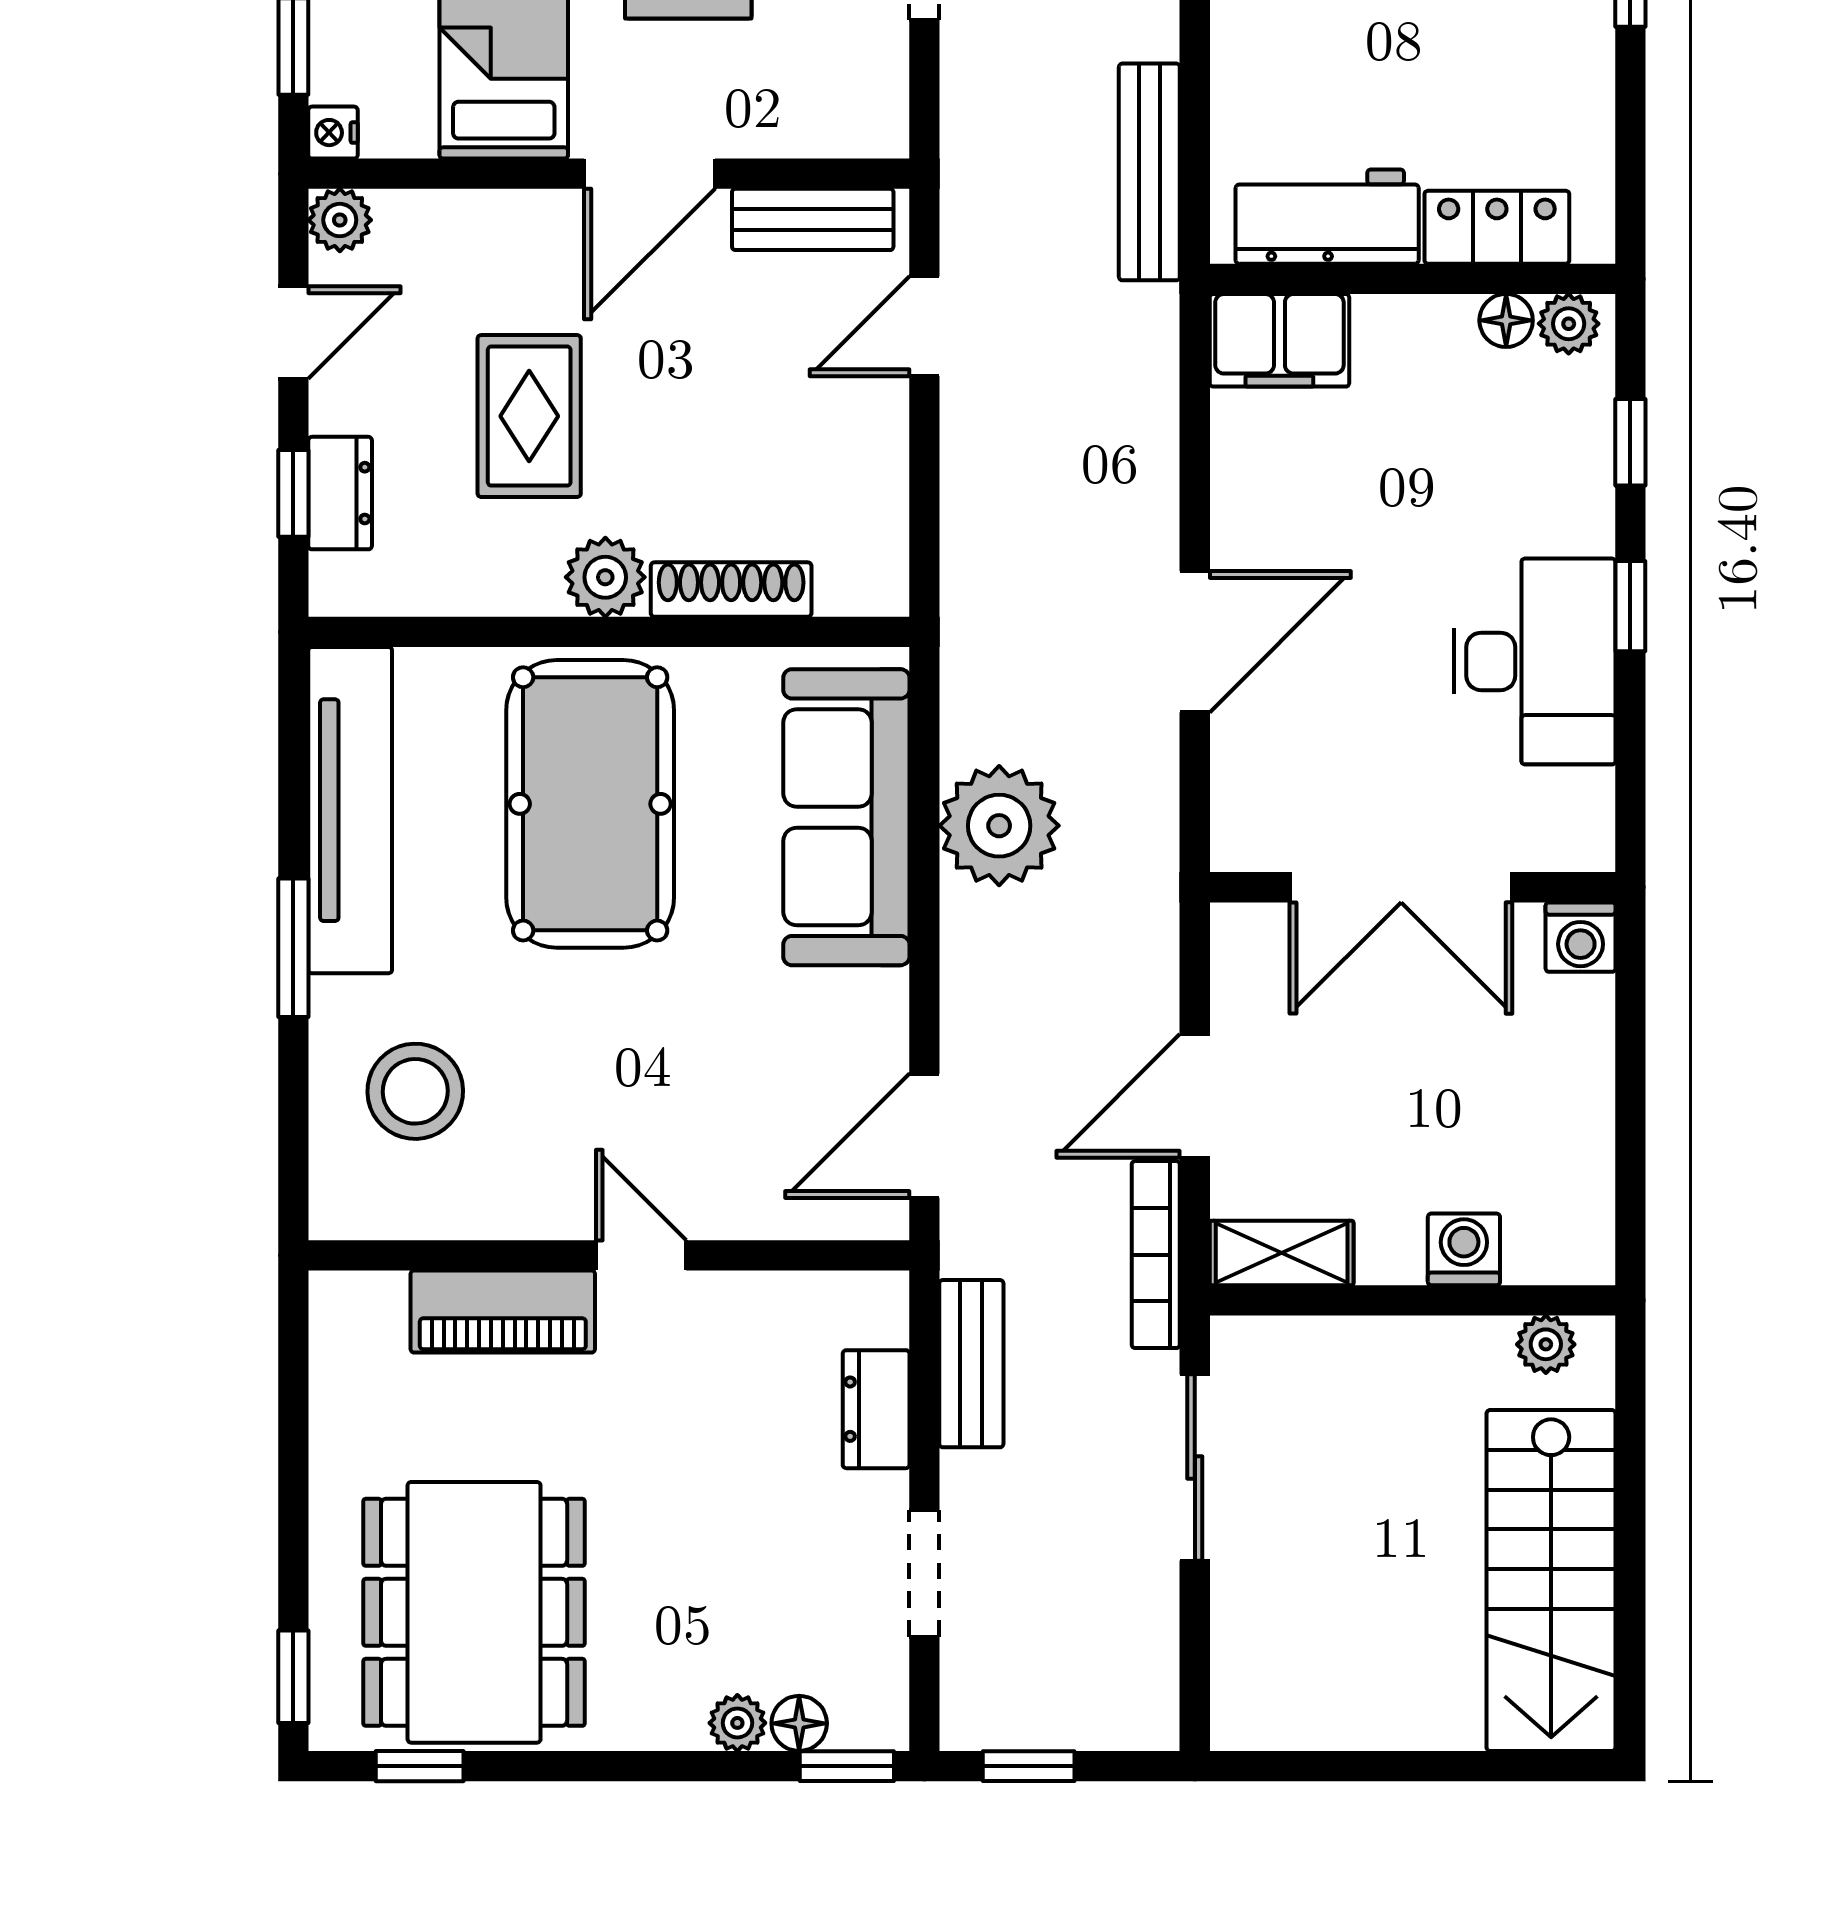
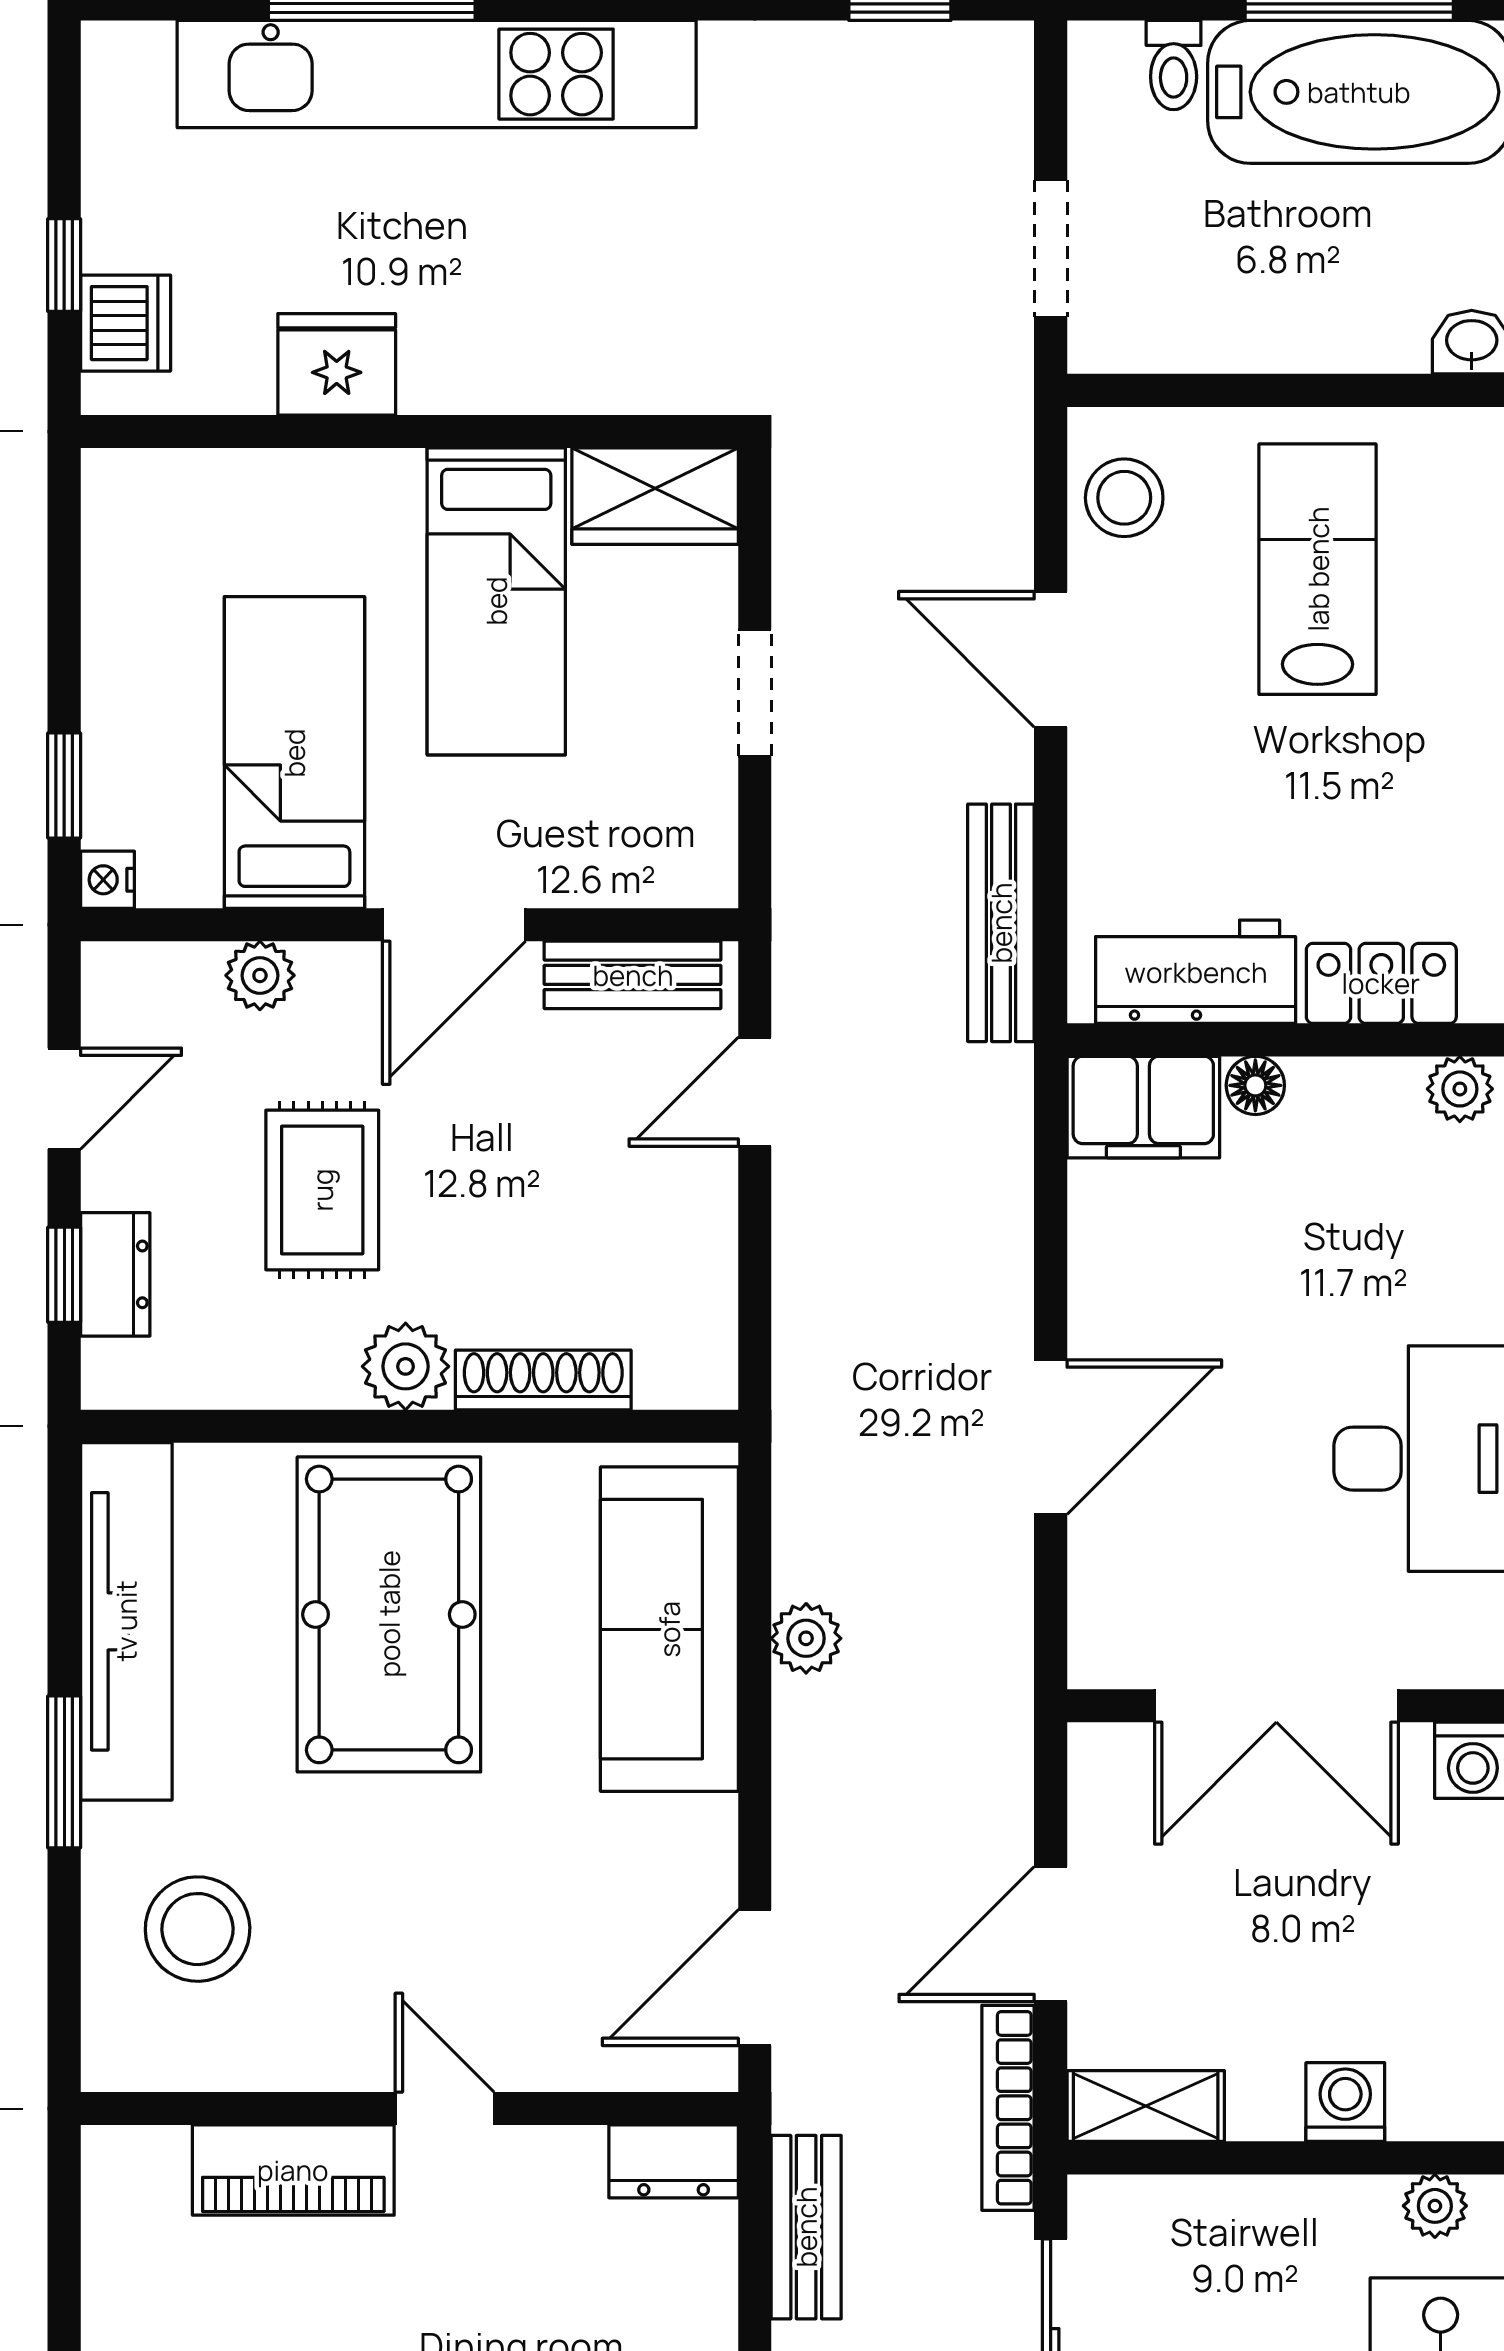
plant: (340, 220) -> (260, 975), moved
floor lamp: (1506, 320) -> (1255, 1085), moved
plant: (999, 826) -> (806, 1638), width x0.53, depth x0.53
dresser: (876, 1409) -> (674, 2161), moved, turned -90

